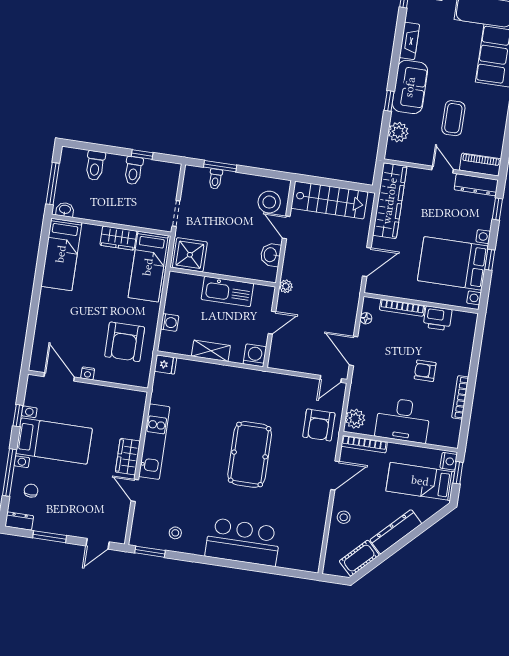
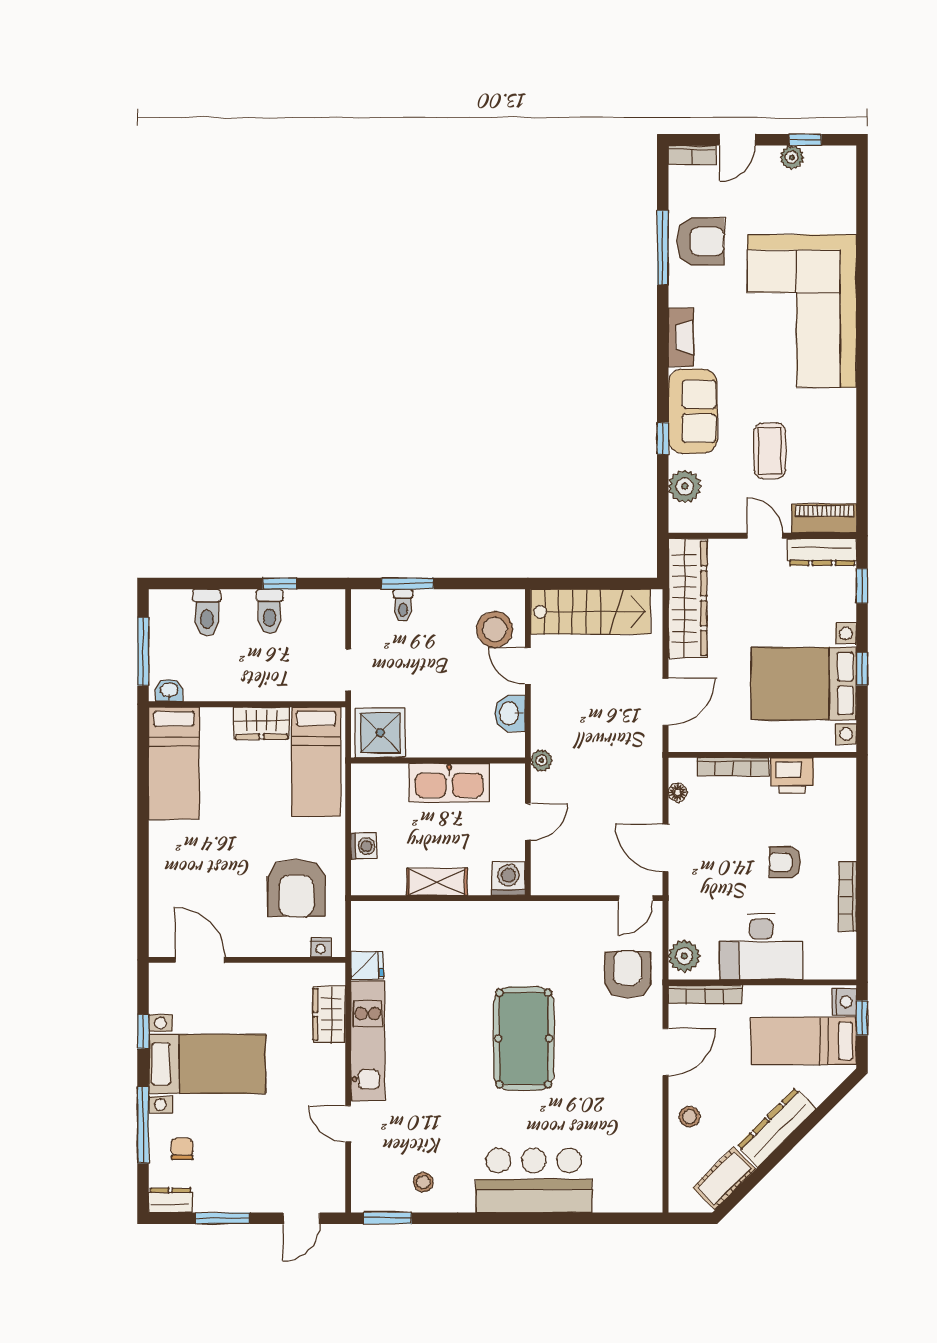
fridge: (165, 365) -> (367, 965), moved
nightstand: (88, 373) -> (321, 947), moved
armchair: (319, 425) -> (628, 975), turned 180
wardrobe: (128, 457) -> (329, 1014), moved

